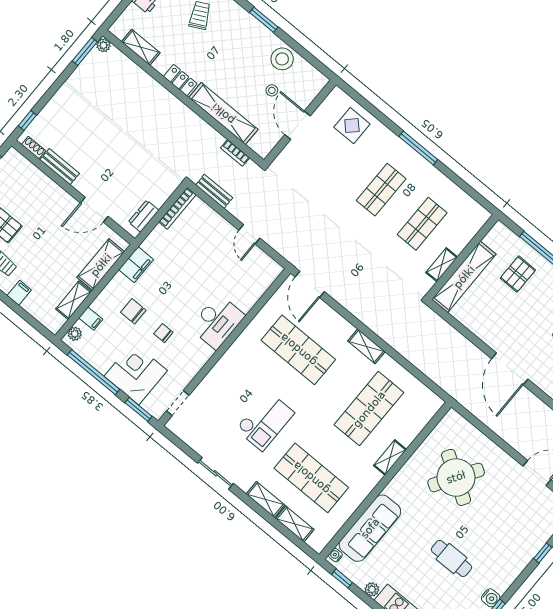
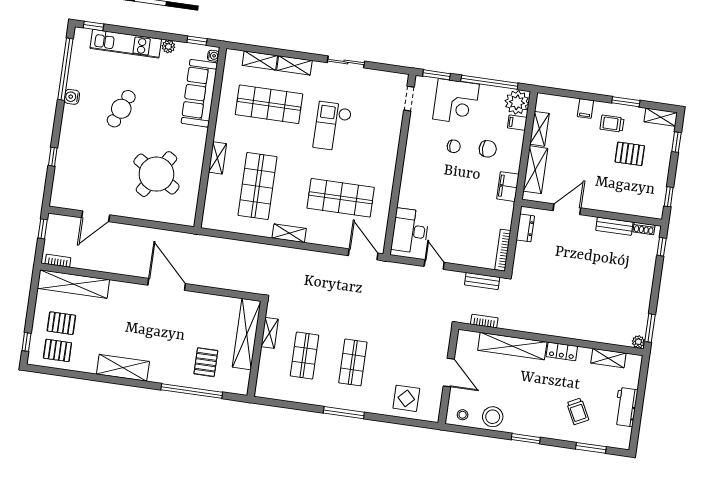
stool: (272, 90) -> (463, 415), moved
desk: (217, 322) -> (410, 231), moved
plant: (75, 334) -> (517, 102), width x1.88, depth x1.88
cafe table: (451, 558) -> (121, 109), turned -67

